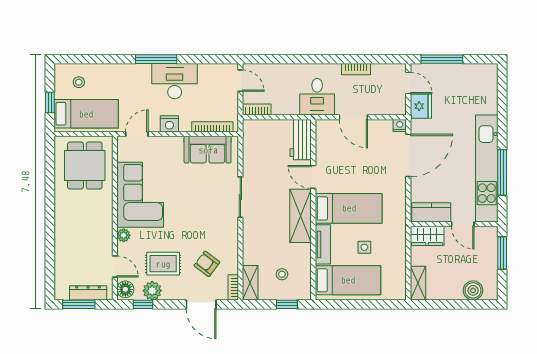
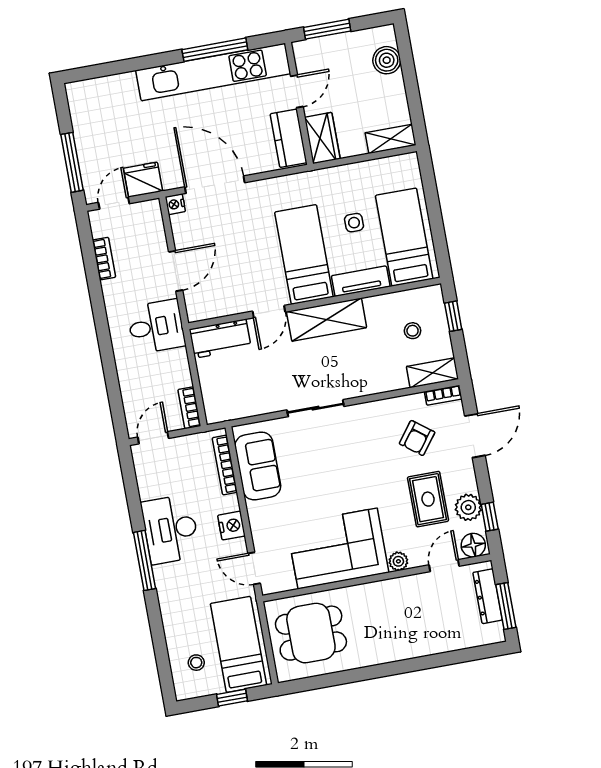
bookcase: (356, 69) -> (104, 259), moved

